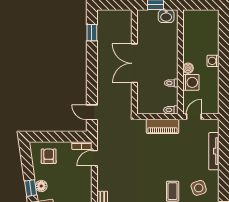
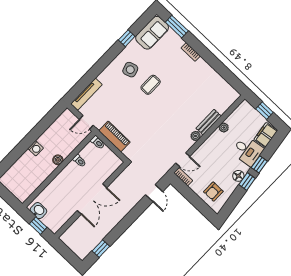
washing machine: (191, 82) -> (65, 148), removed
tv unit: (214, 151) -> (86, 94), moved
plant: (102, 185) -> (196, 136), added

